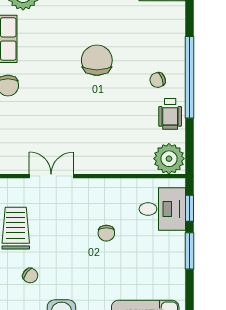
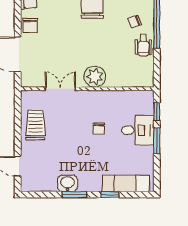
plant: (169, 159) -> (95, 77), moved
desk: (162, 209) -> (138, 130), moved
chair: (30, 276) -> (46, 158), removed

